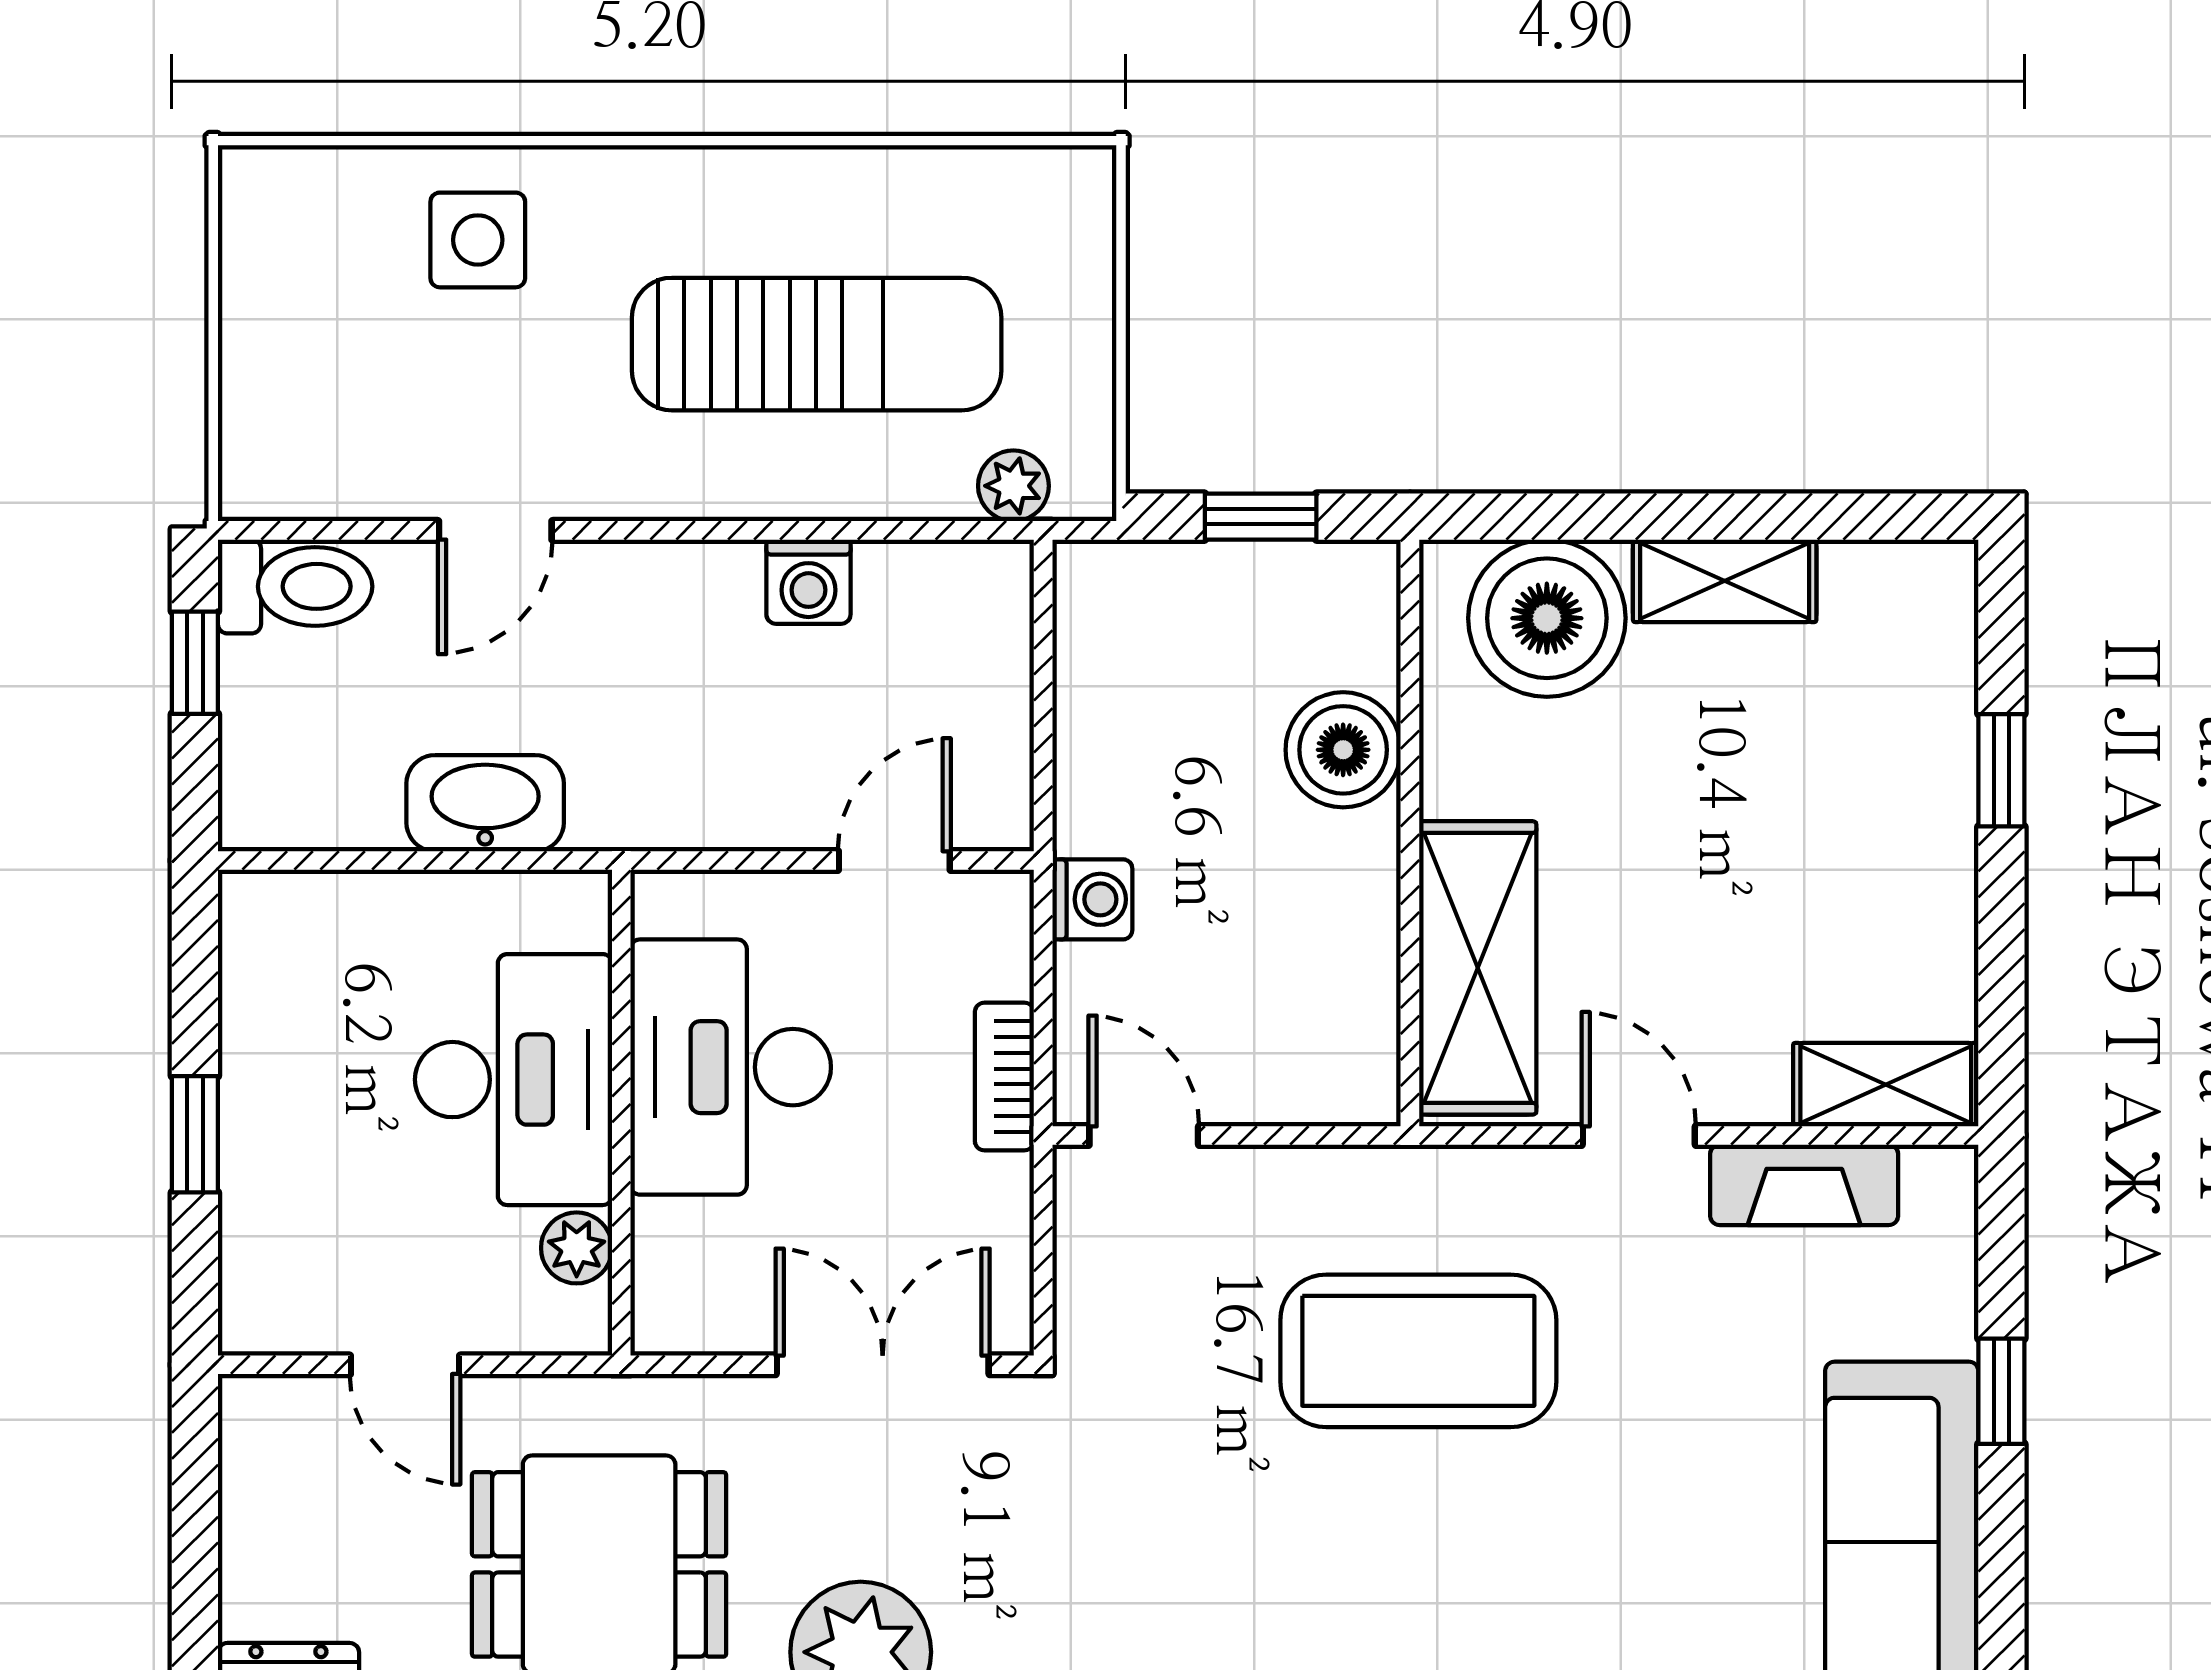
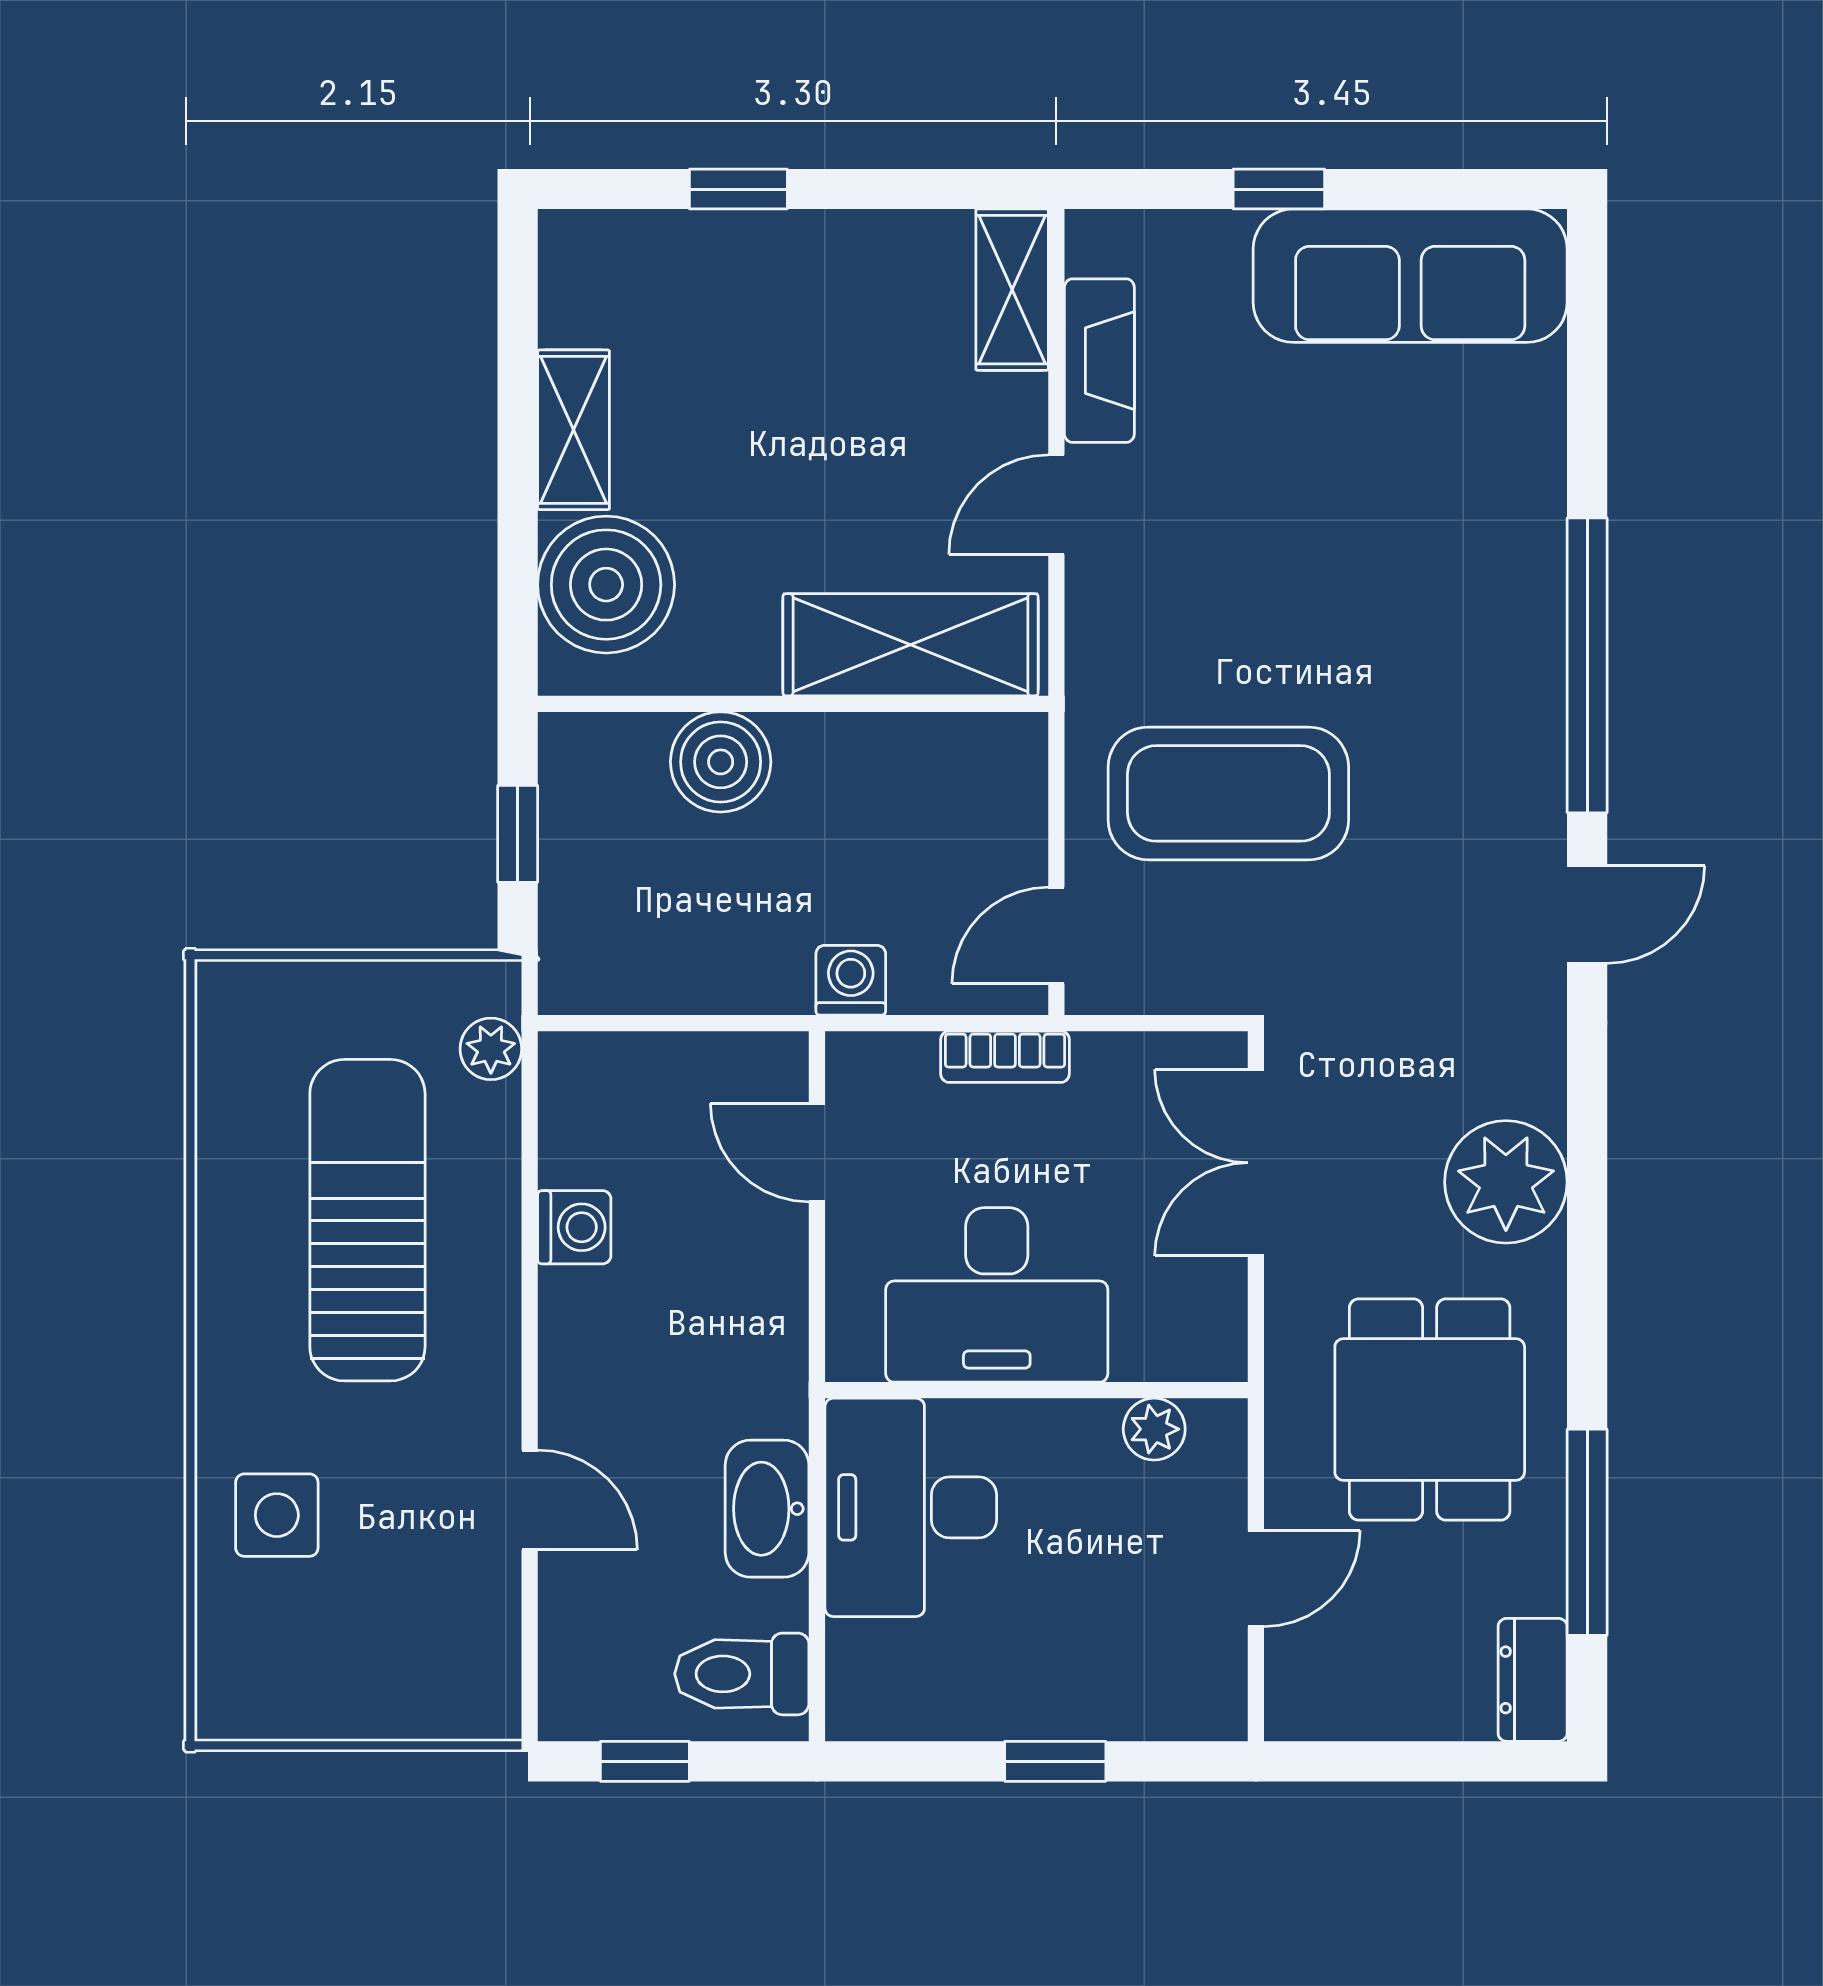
toilet: (295, 586) -> (742, 1674), moved, turned -90
desk: (514, 1080) -> (911, 1507), moved, turned -90
coffee table: (1418, 1351) -> (1228, 793), moved, turned 90

